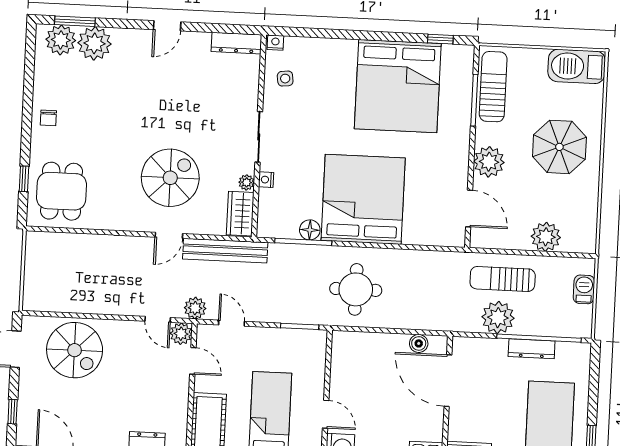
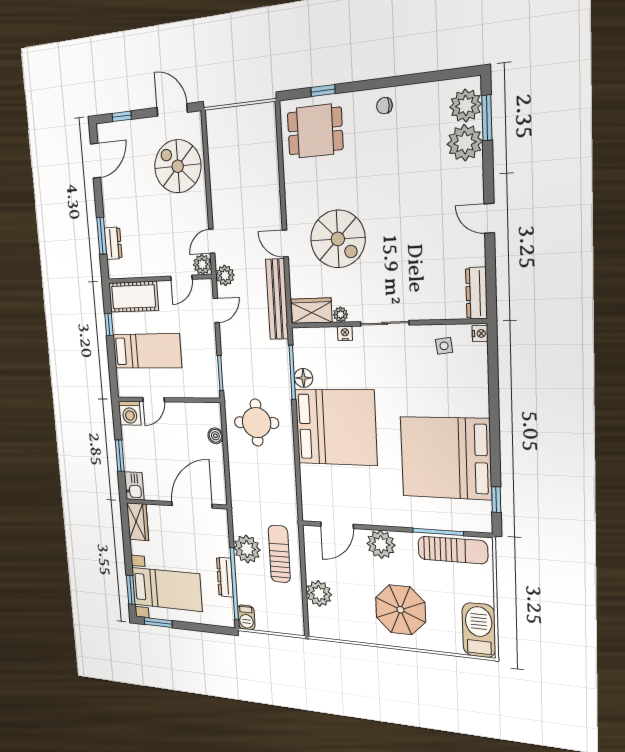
barbecue: (584, 289) -> (246, 617), moved, turned 90
boiler: (419, 343) -> (215, 436), moved
spiral stairs: (75, 350) -> (178, 166), turned 90

